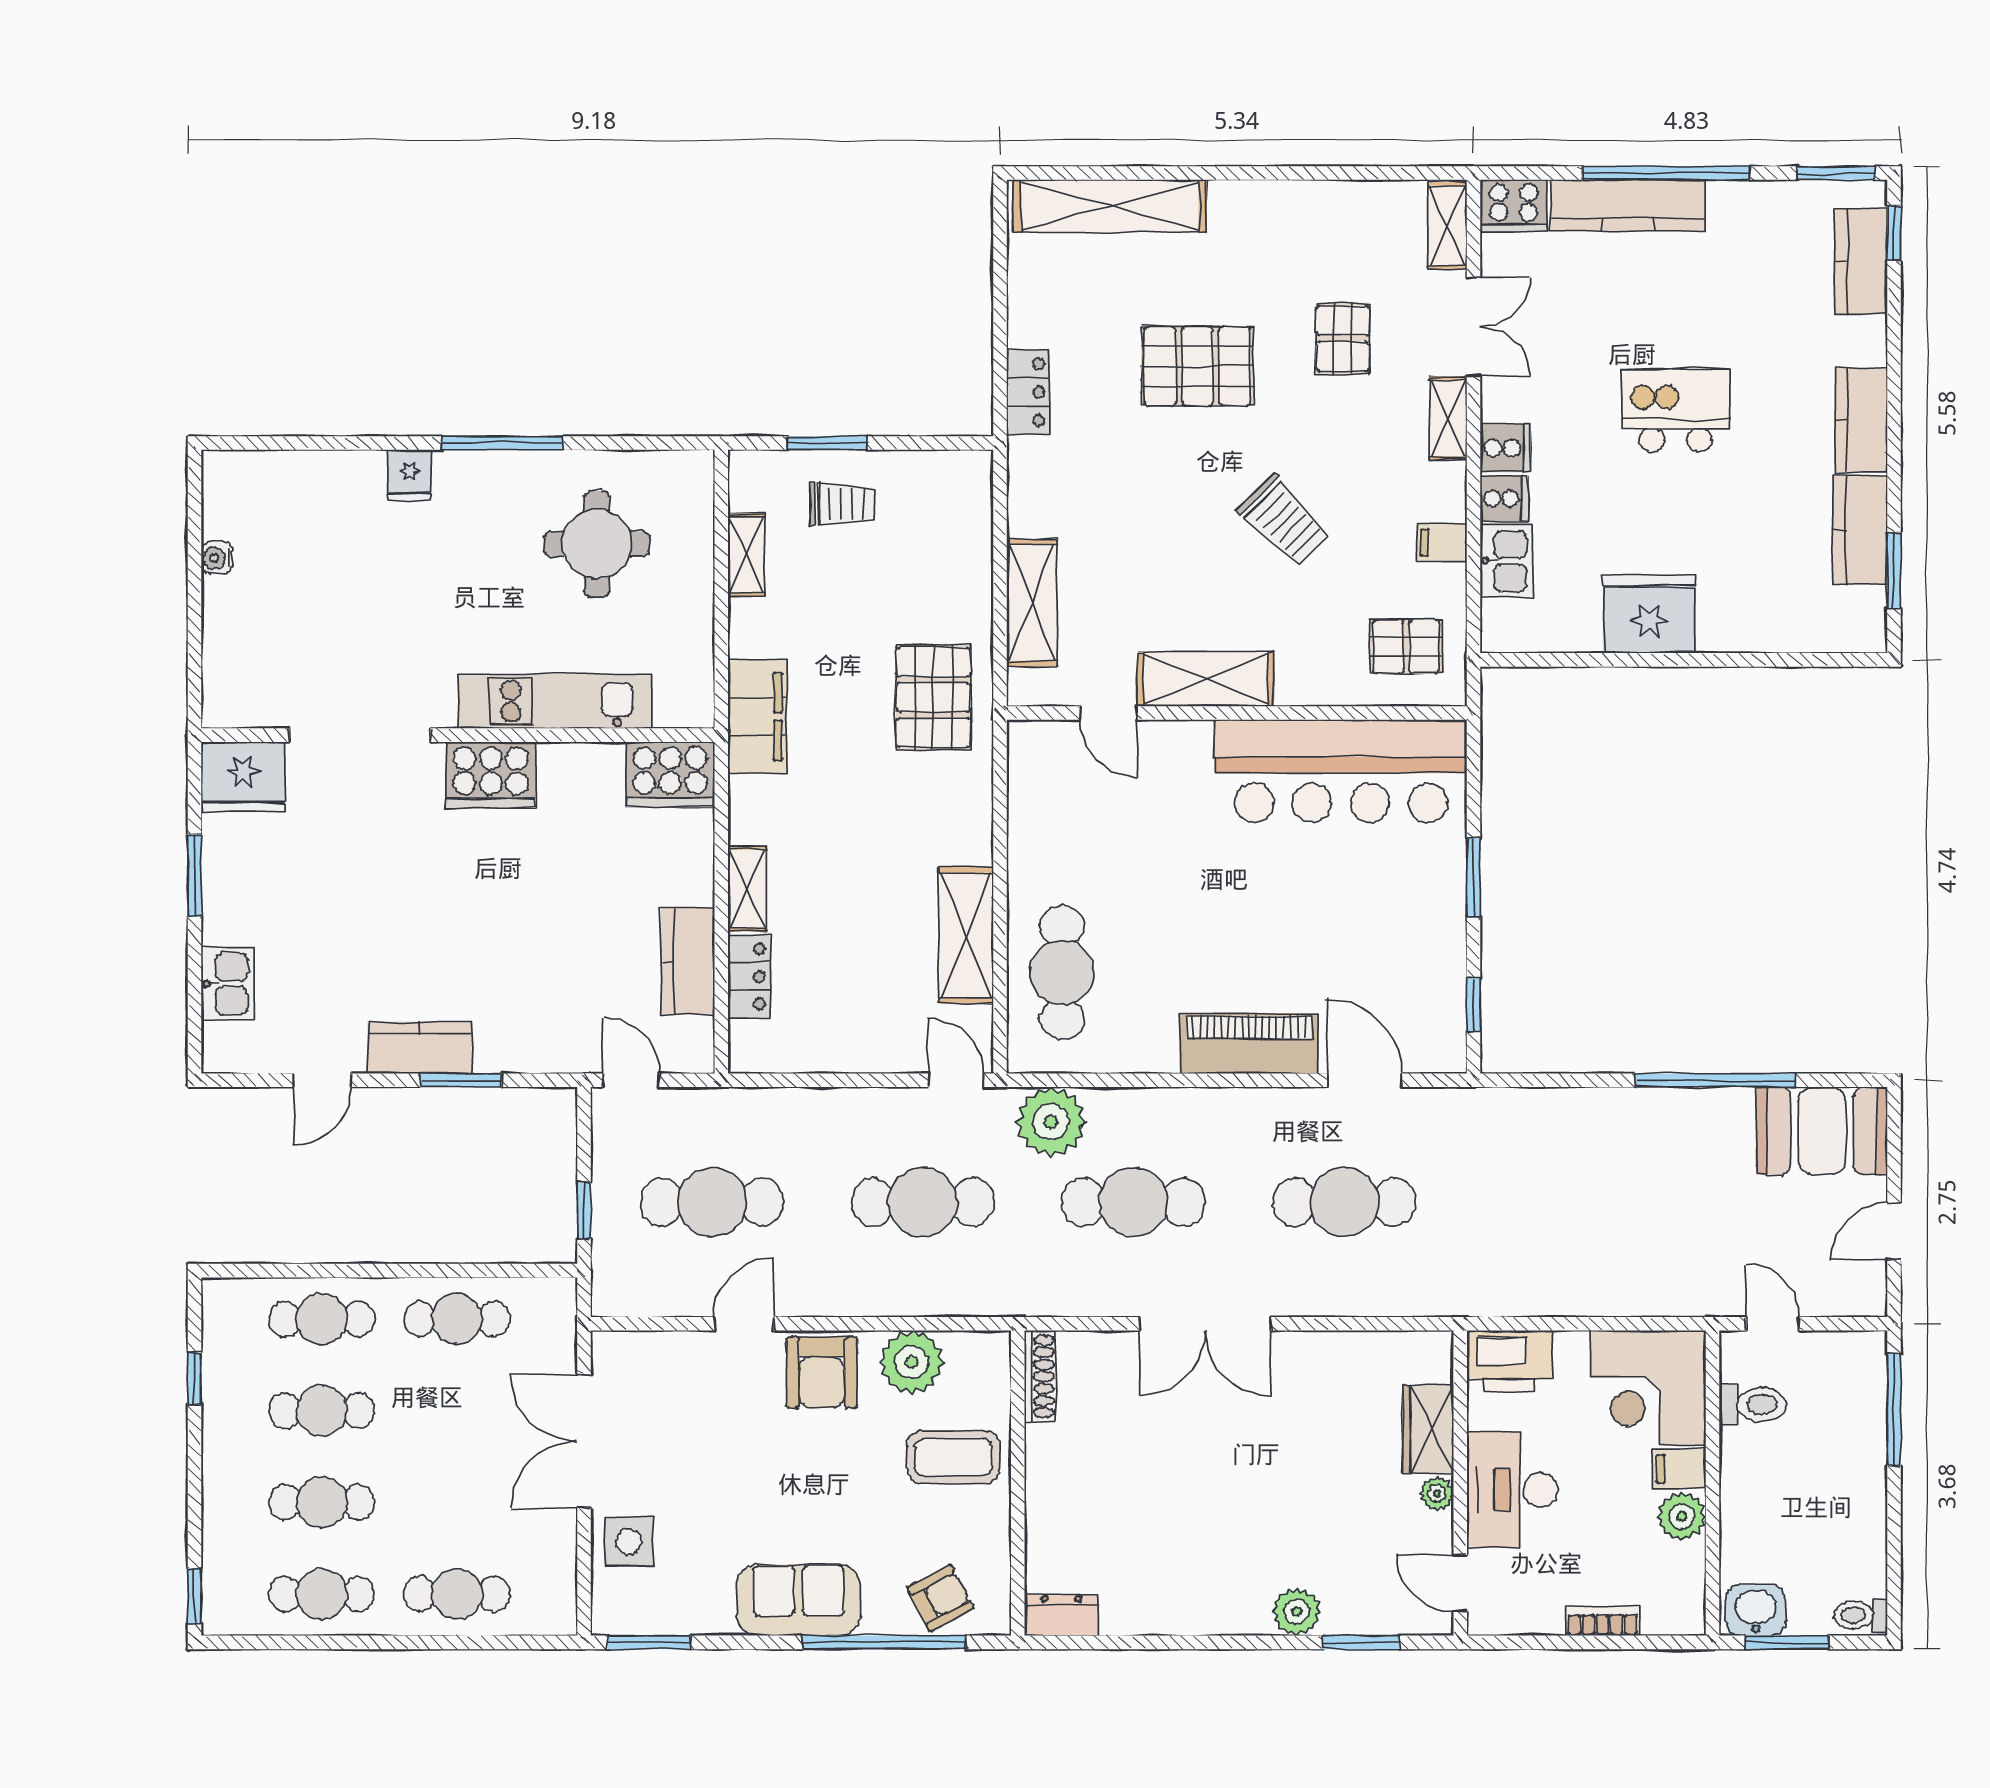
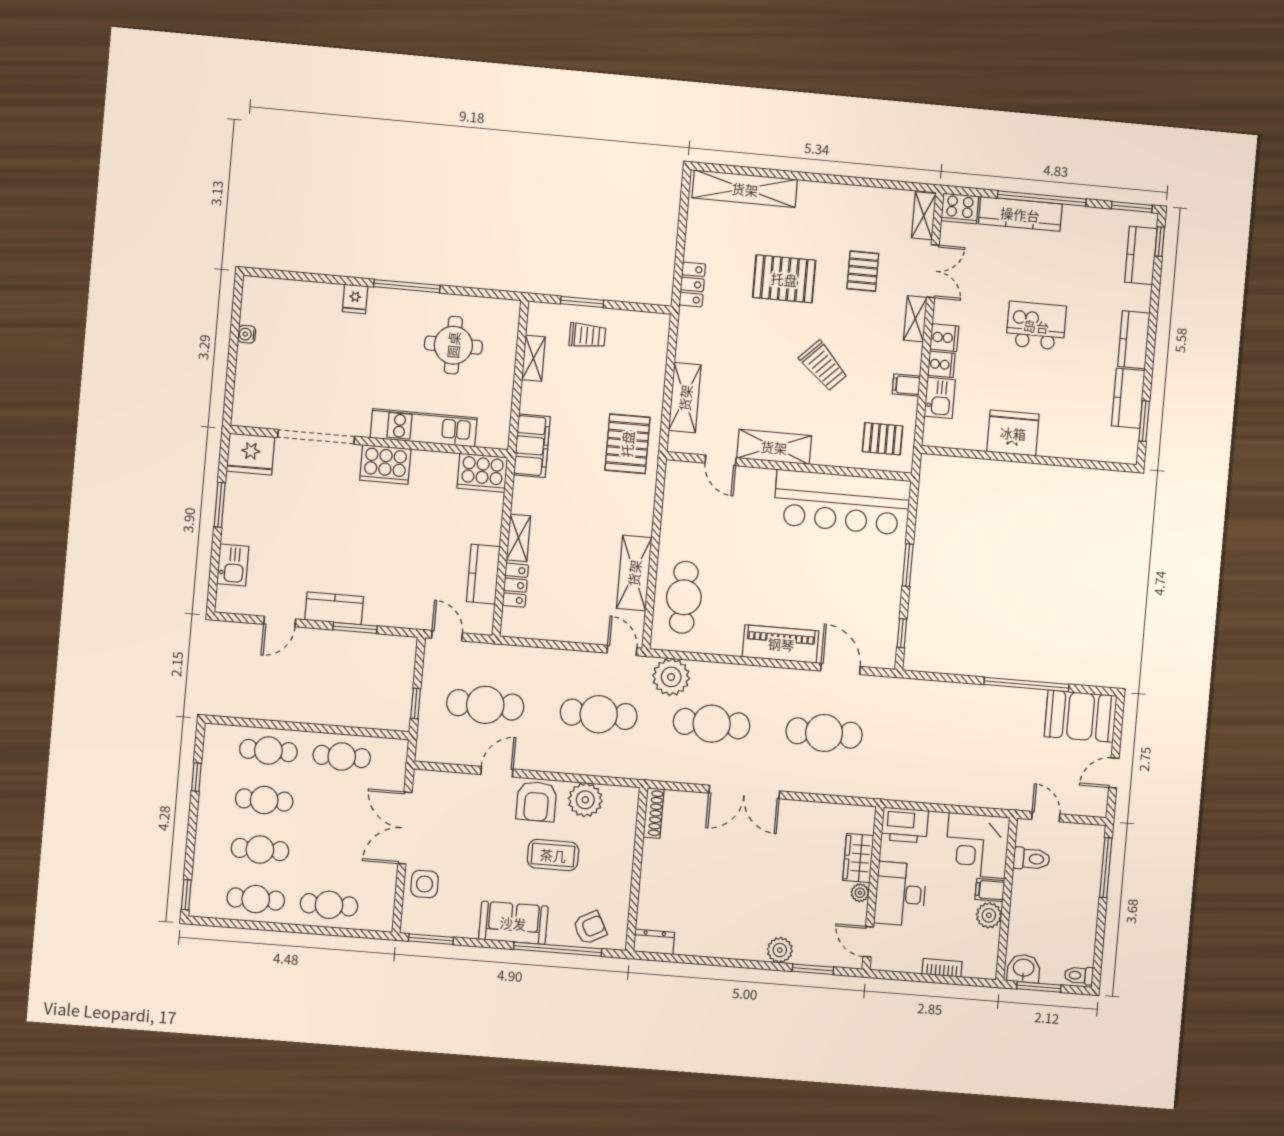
coffee table: (953, 1457) -> (553, 855), moved

